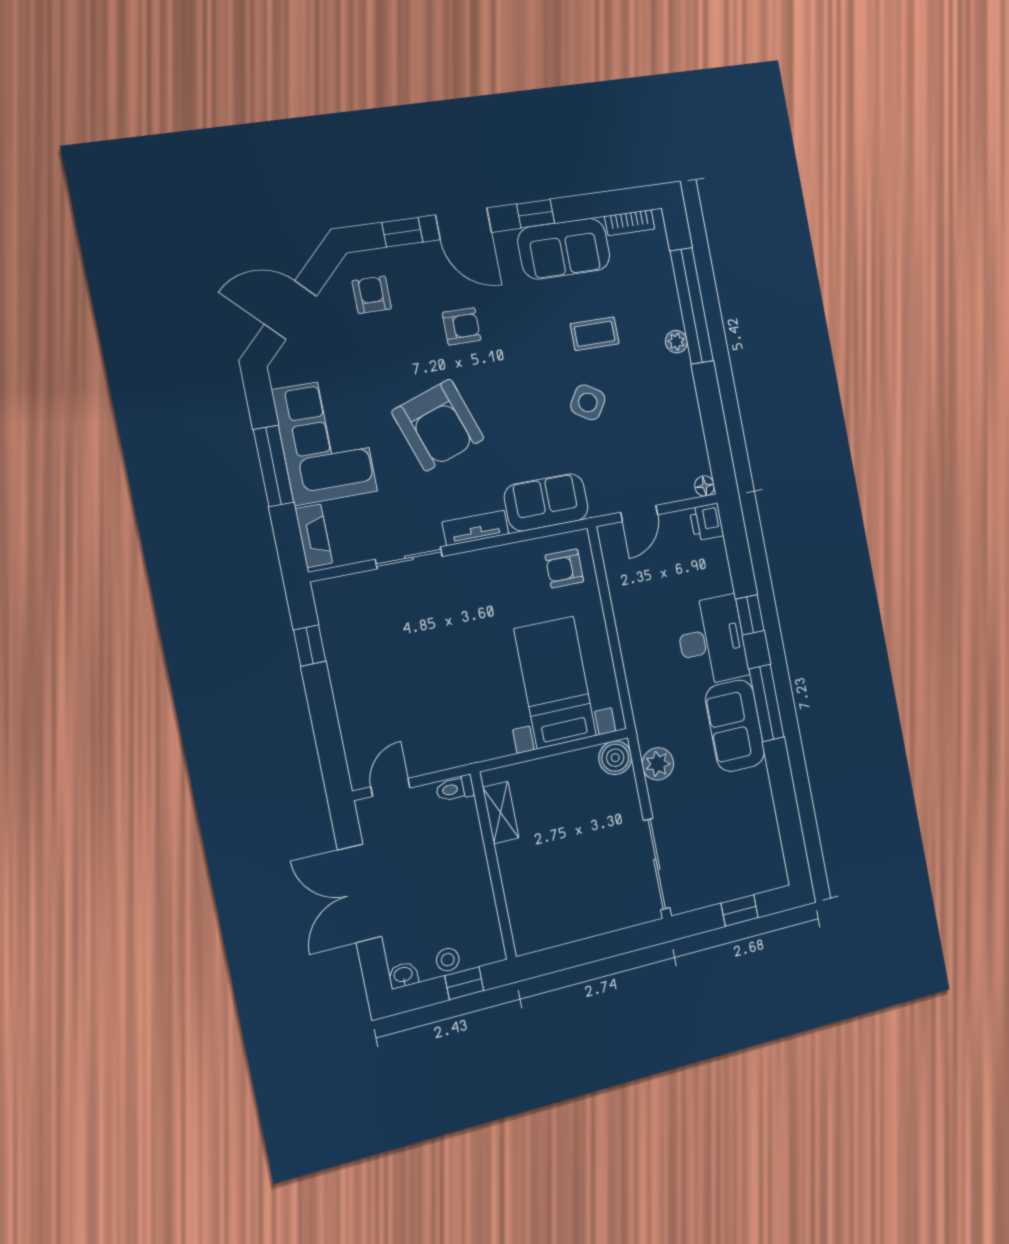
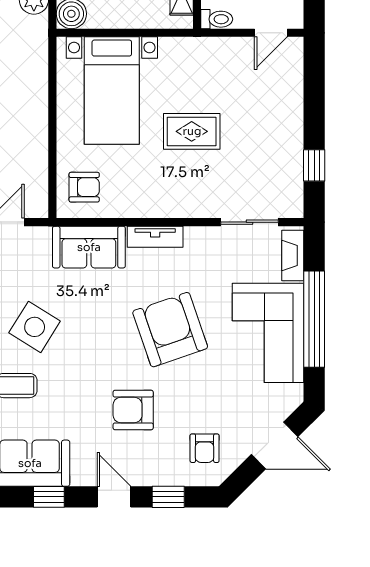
door: (464, 224) -> (114, 497), width x0.73
armchair: (462, 326) -> (133, 410), width x1.38, depth x1.38
side table: (588, 402) -> (35, 327), width x1.37, depth x1.37
window: (274, 466) -> (314, 319), width x1.46
sliding door: (409, 558) -> (249, 222), moved
rug: (458, 655) -> (192, 131), added

